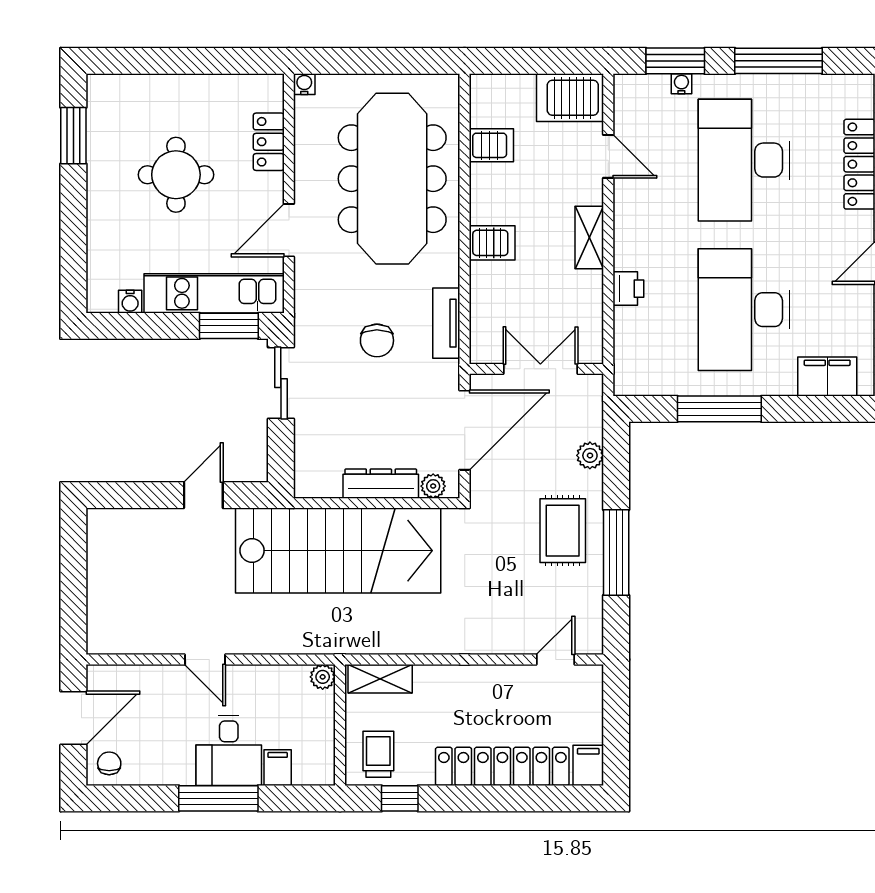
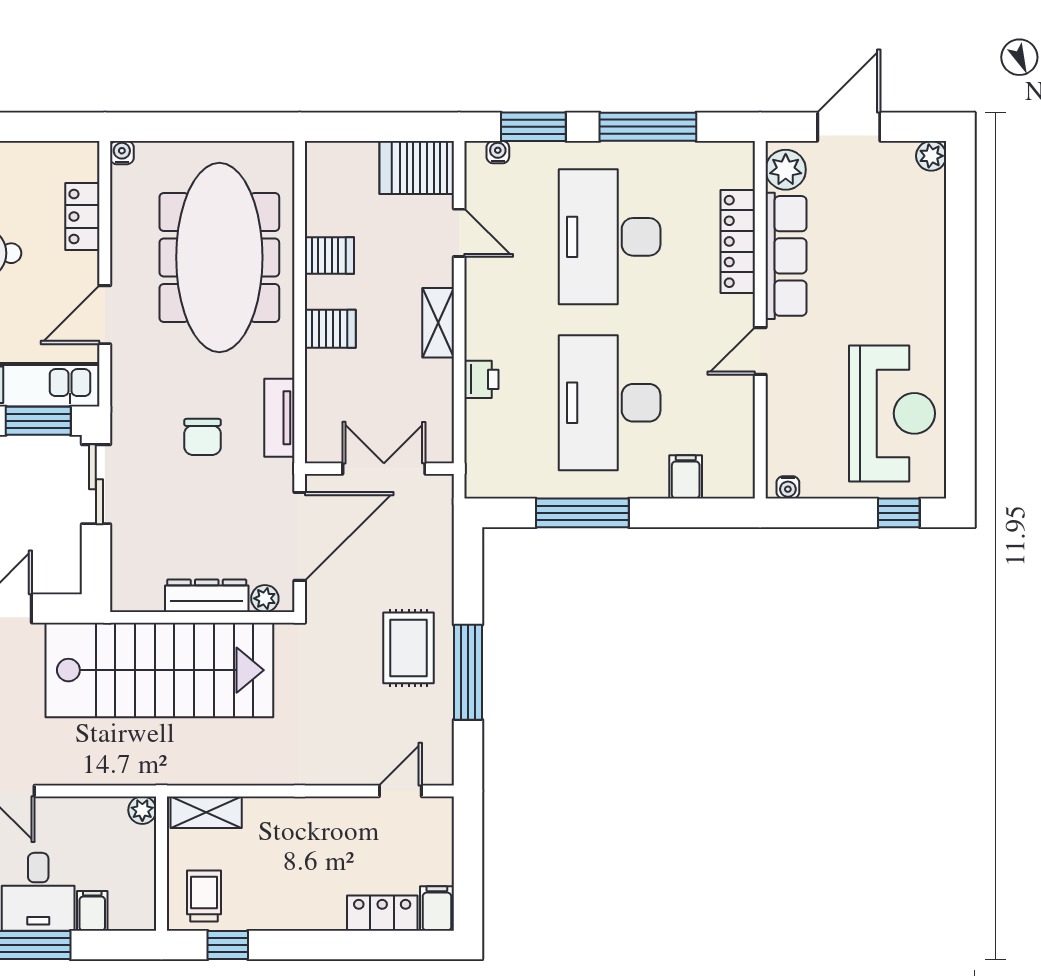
water cooler: (681, 84) -> (498, 152), moved
server rack: (491, 145) -> (329, 255), moved
filing cabinet: (827, 376) -> (686, 477), width x0.50
plant: (590, 455) -> (439, 565), removed
locker: (502, 766) -> (382, 913), width x0.46, depth x0.83

